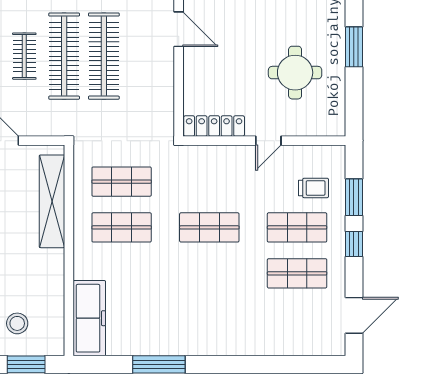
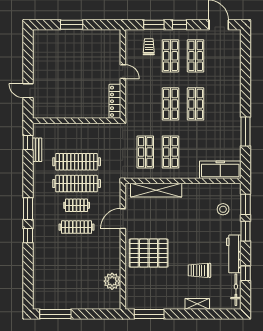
door: (179, 29) -> (62, 121), removed
round table: (295, 73) -> (86, 57), removed
shop shelf: (209, 273) -> (196, 104), added

